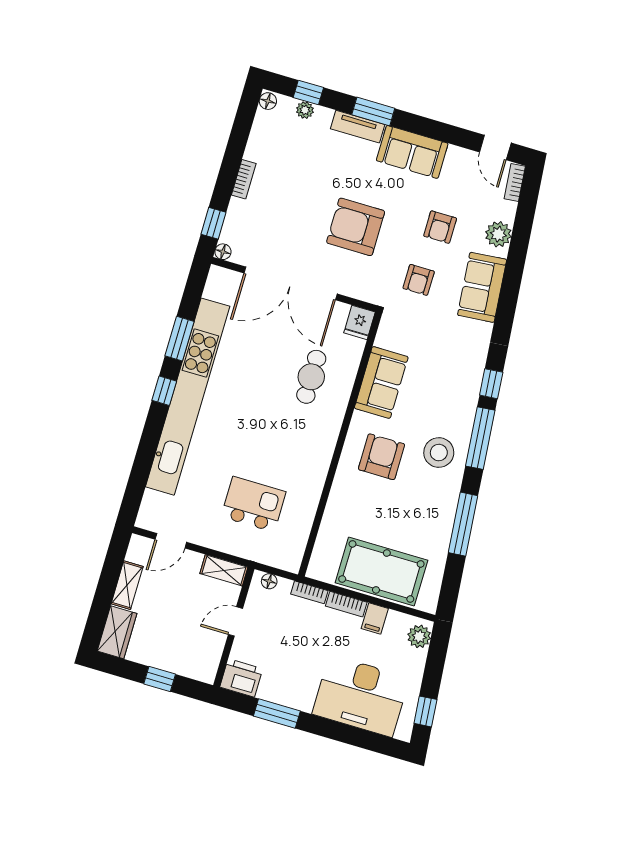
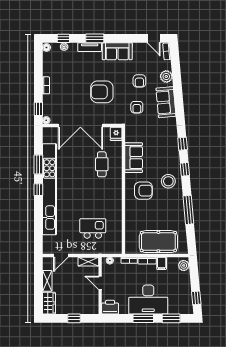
window: (480, 438) -> (185, 169), width x0.46
armchair: (381, 457) -> (143, 191), turned 90
door: (235, 621) -> (100, 283), hinge flipped
desk: (361, 696) -> (148, 299), moved
window: (277, 713) -> (143, 318), moved
window: (361, 738) -> (171, 318), added

